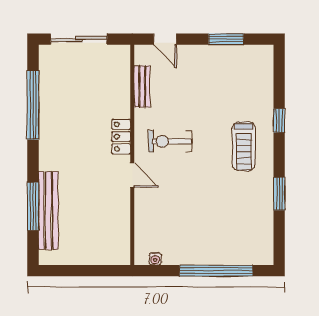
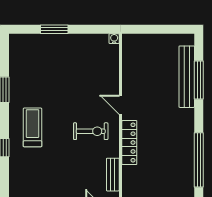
locker: (121, 137) -> (129, 143), width x1.53
water cooler: (155, 259) -> (114, 39), moved
window: (216, 271) -> (54, 29), width x0.47

